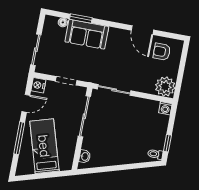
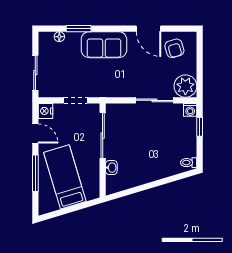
sofa: (87, 34) -> (104, 45), moved
armchair: (162, 52) -> (174, 48), turned -106
sliding door: (114, 90) -> (154, 100), moved
door: (26, 103) -> (35, 133), hinge flipped
window: (167, 143) -> (200, 127), moved
washbasin: (85, 156) -> (111, 168), moved

